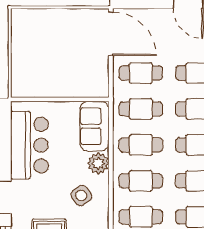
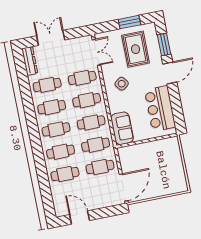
door: (111, 34) -> (123, 187), swing flipped
plant: (98, 163) -> (115, 106), removed

